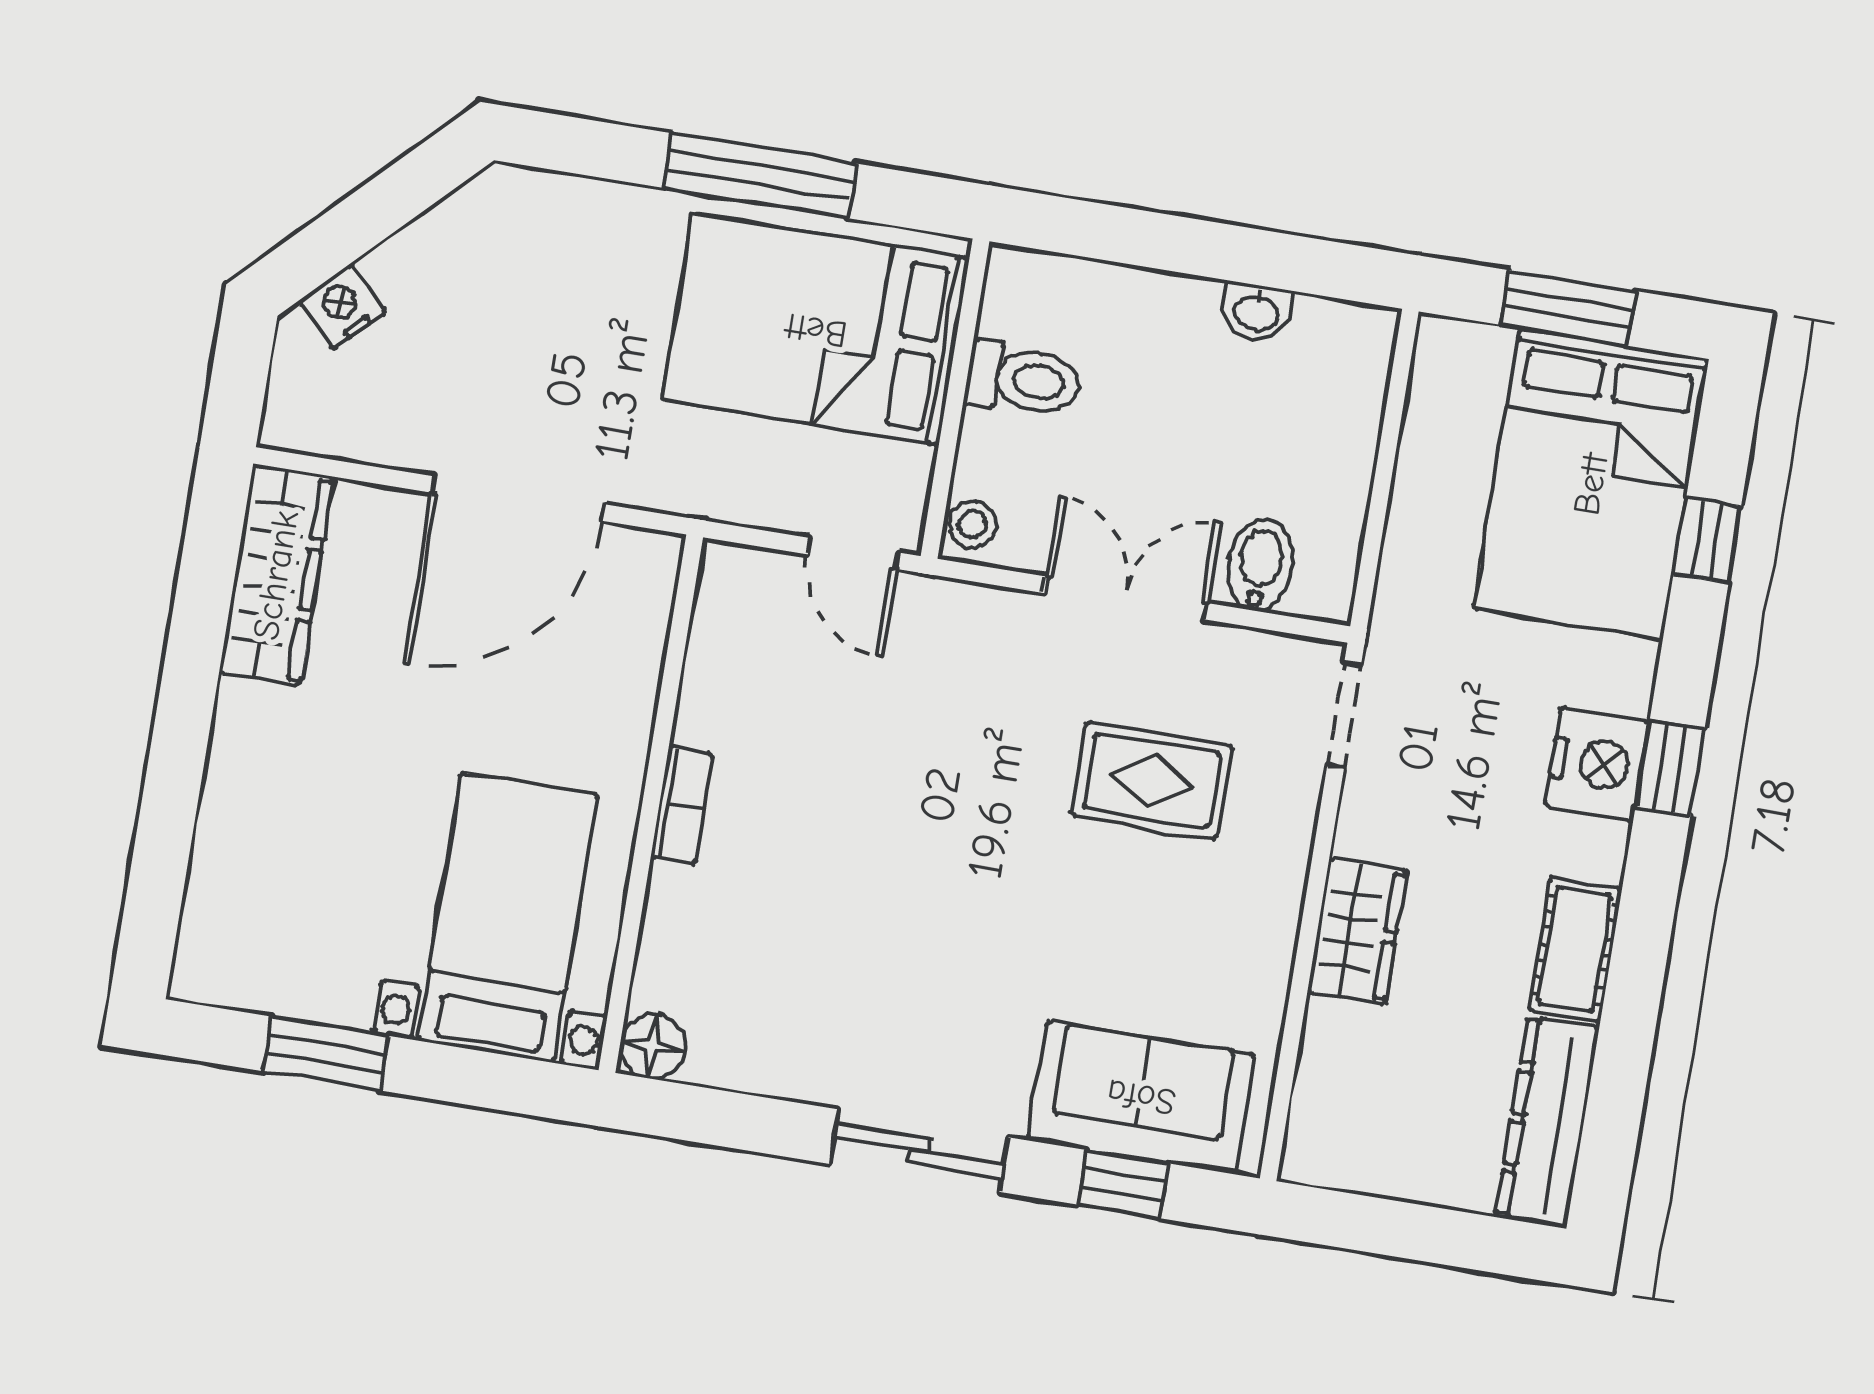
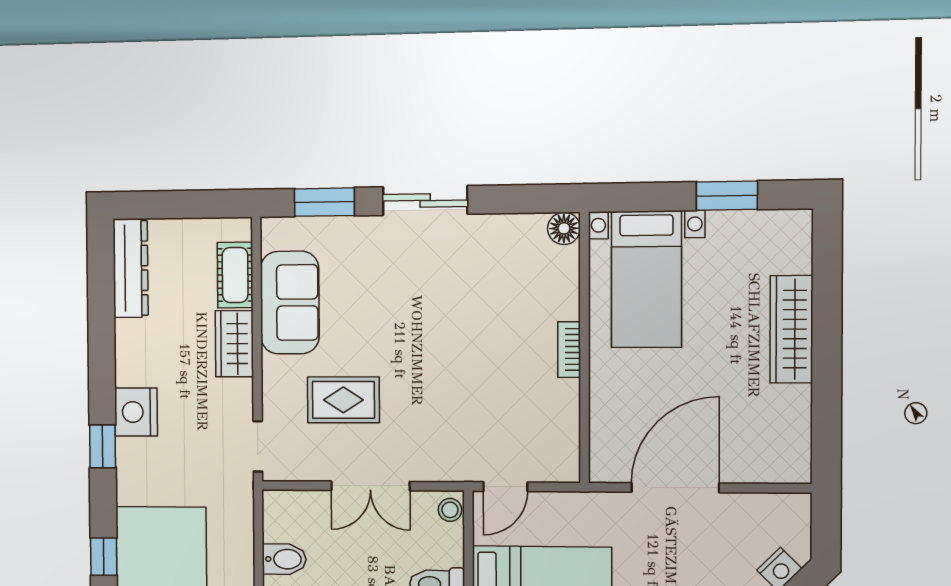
door: (853, 553) -> (505, 487), swing flipped
bidet: (1260, 565) -> (284, 559), moved, turned -90
wardrobe: (276, 575) -> (791, 329), moved
nightstand: (1597, 764) -> (136, 412), moved
cot: (1575, 950) -> (235, 275), moved
sofa: (1141, 1097) -> (290, 303), moved, turned -90
window: (1123, 1184) -> (324, 202), width x1.50

